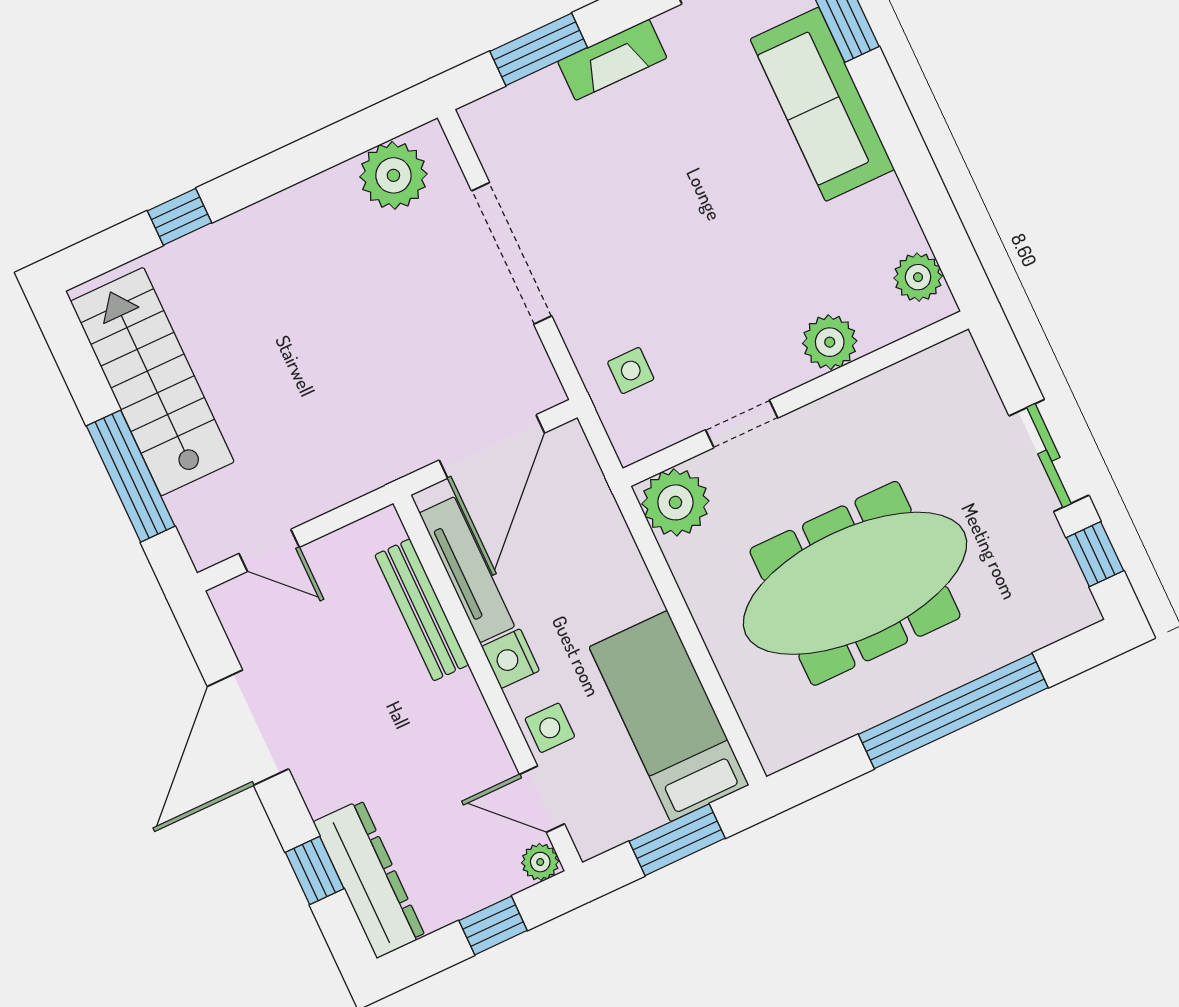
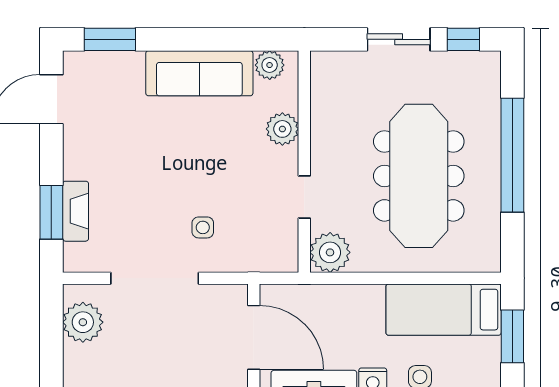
fireplace: (612, 60) -> (76, 211), moved
sofa: (822, 104) -> (199, 73), moved
side table: (631, 371) -> (203, 227), moved

